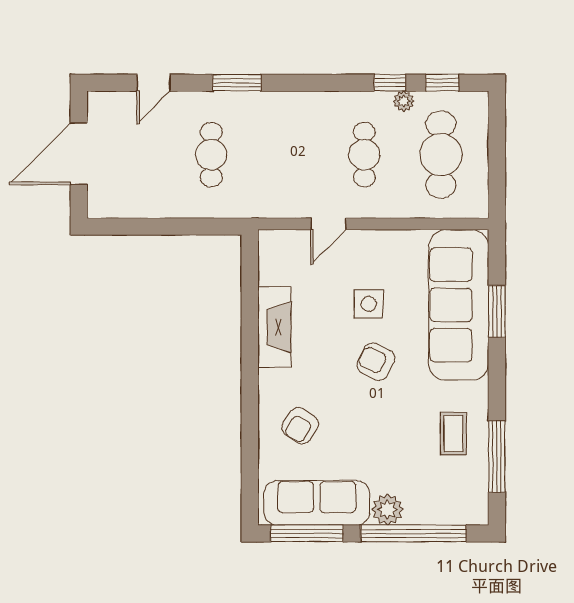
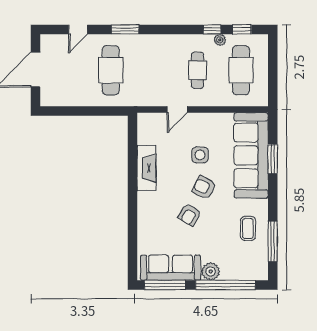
cafe table: (211, 155) -> (111, 70), width x1.37, depth x1.35
armchair: (300, 426) -> (190, 215), moved

